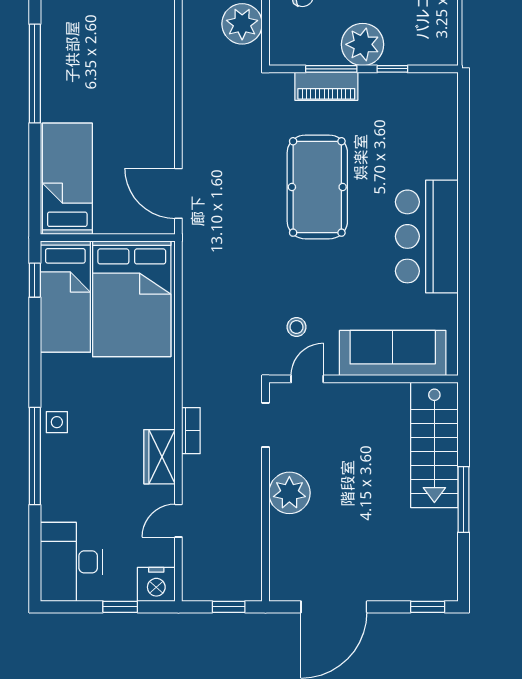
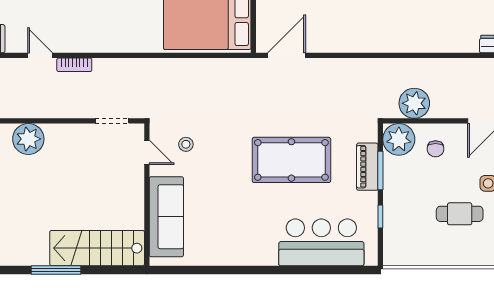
plant: (363, 44) -> (399, 139), moved
bar counter: (427, 236) -> (321, 242), moved
bookcase: (191, 431) -> (74, 65), moved
wardrobe: (160, 457) -> (88, 41), removed
plant: (289, 493) -> (28, 139), moved

